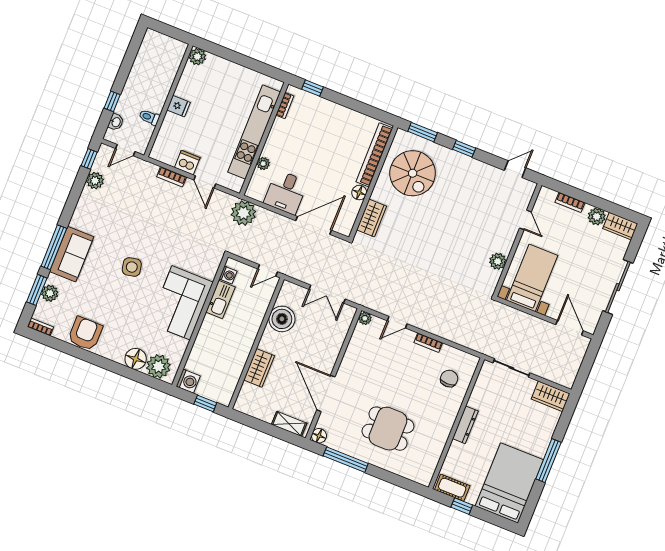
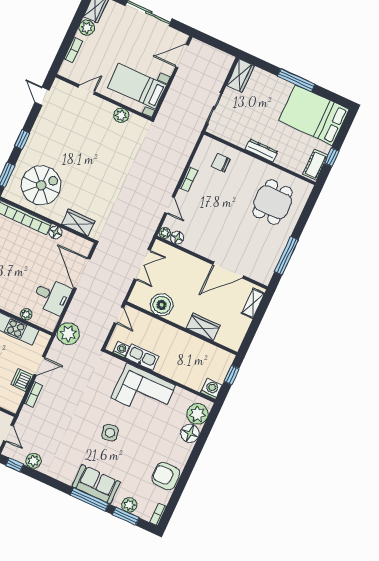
dining table: (388, 429) -> (273, 202), moved
floor lamp: (319, 436) -> (177, 238), moved

